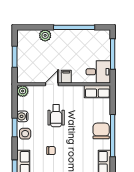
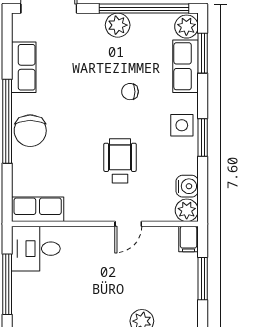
filing cabinet: (66, 77) -> (188, 239), moved
water cooler: (22, 116) -> (187, 186), moved

